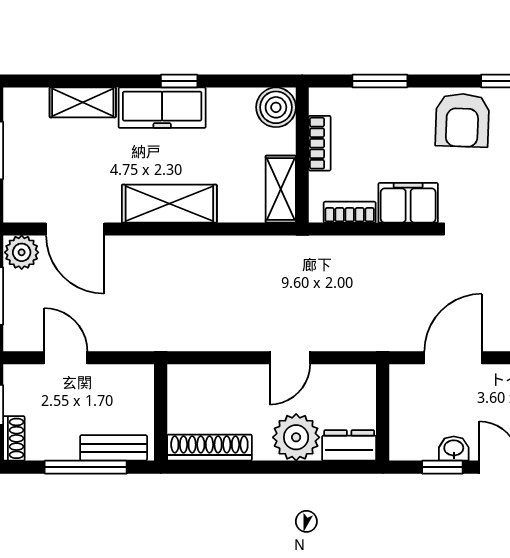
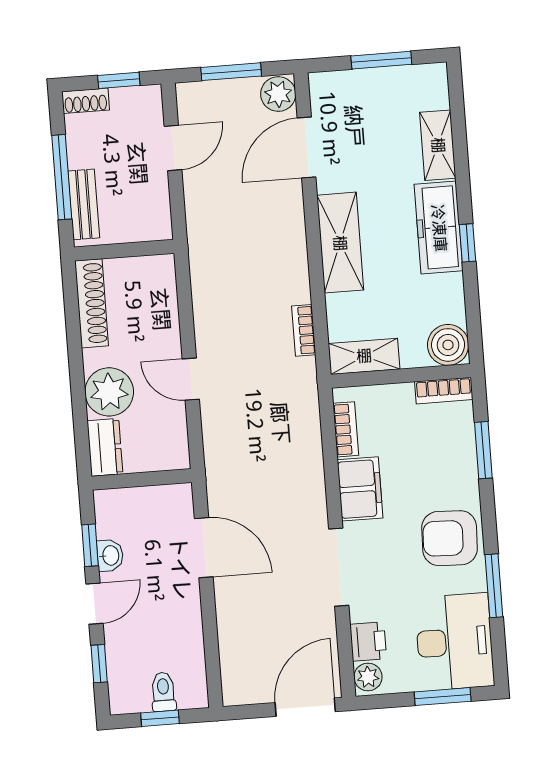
bookcase: (320, 143) -> (444, 391), moved
bookcase: (251, 245) -> (304, 330), added

